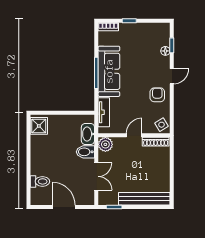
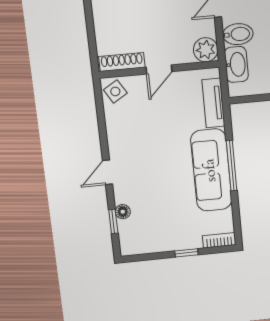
armchair: (157, 95) -> (128, 140), removed

